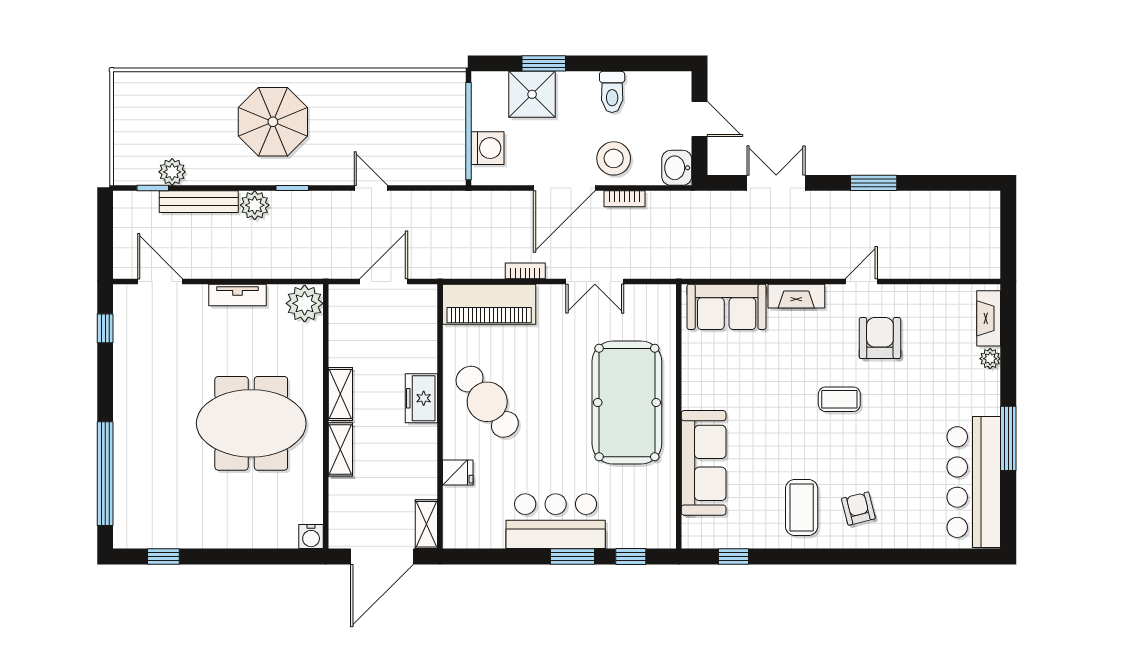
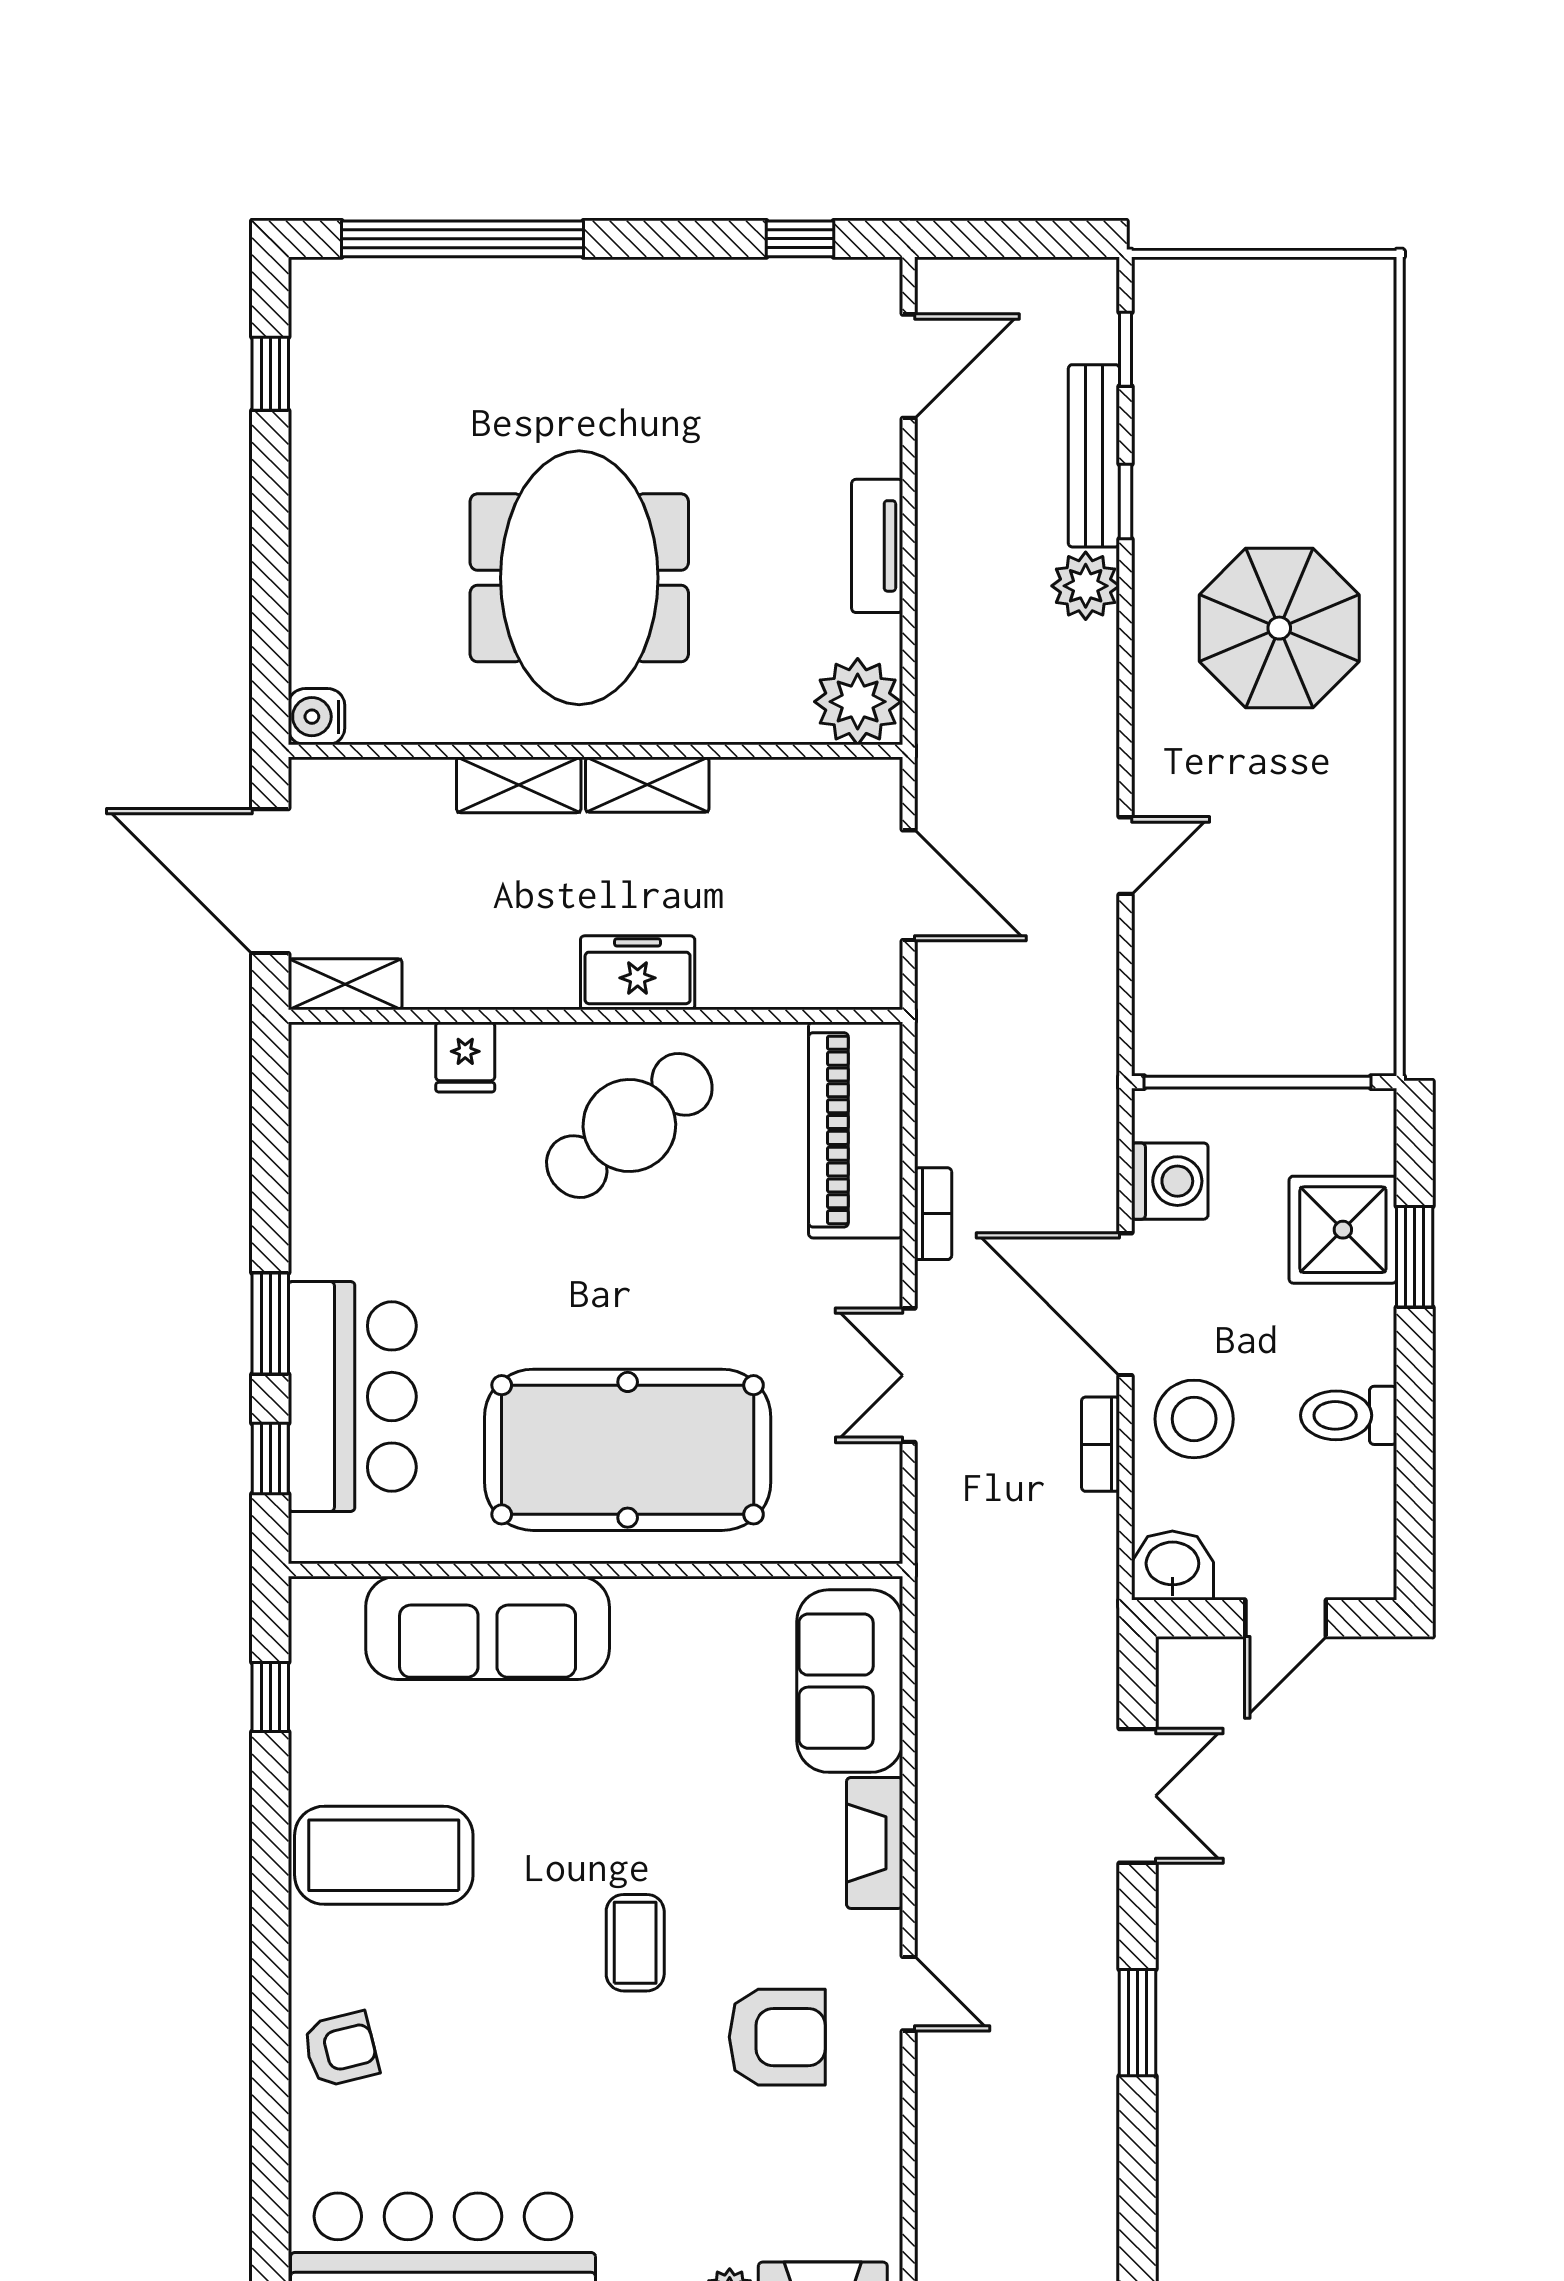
washing machine: (488, 148) -> (1170, 1181), moved, turned -90
plant: (172, 172) -> (1163, 394), removed
window: (292, 188) -> (1125, 501), moved
coffee table: (802, 508) -> (384, 1855), width x1.36, depth x1.32
armchair: (858, 509) -> (341, 2049), moved
bar counter: (556, 521) -> (352, 1397), moved

